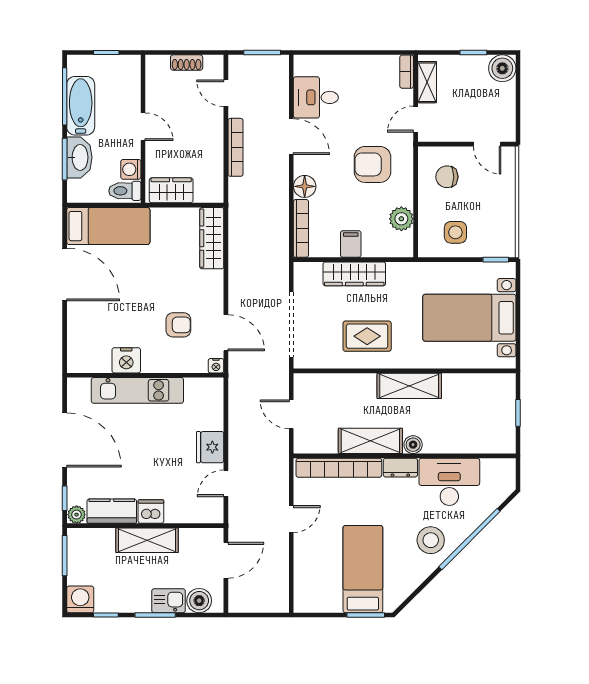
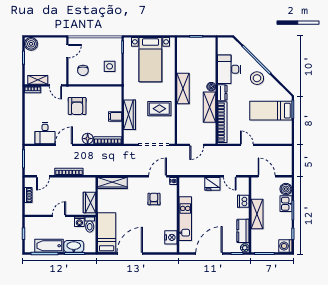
plant: (401, 219) -> (103, 92), removed
rug: (367, 336) -> (159, 109), turned 90
nightstand: (126, 360) -> (171, 237), moved
dishwasher: (151, 512) -> (243, 201), moved

